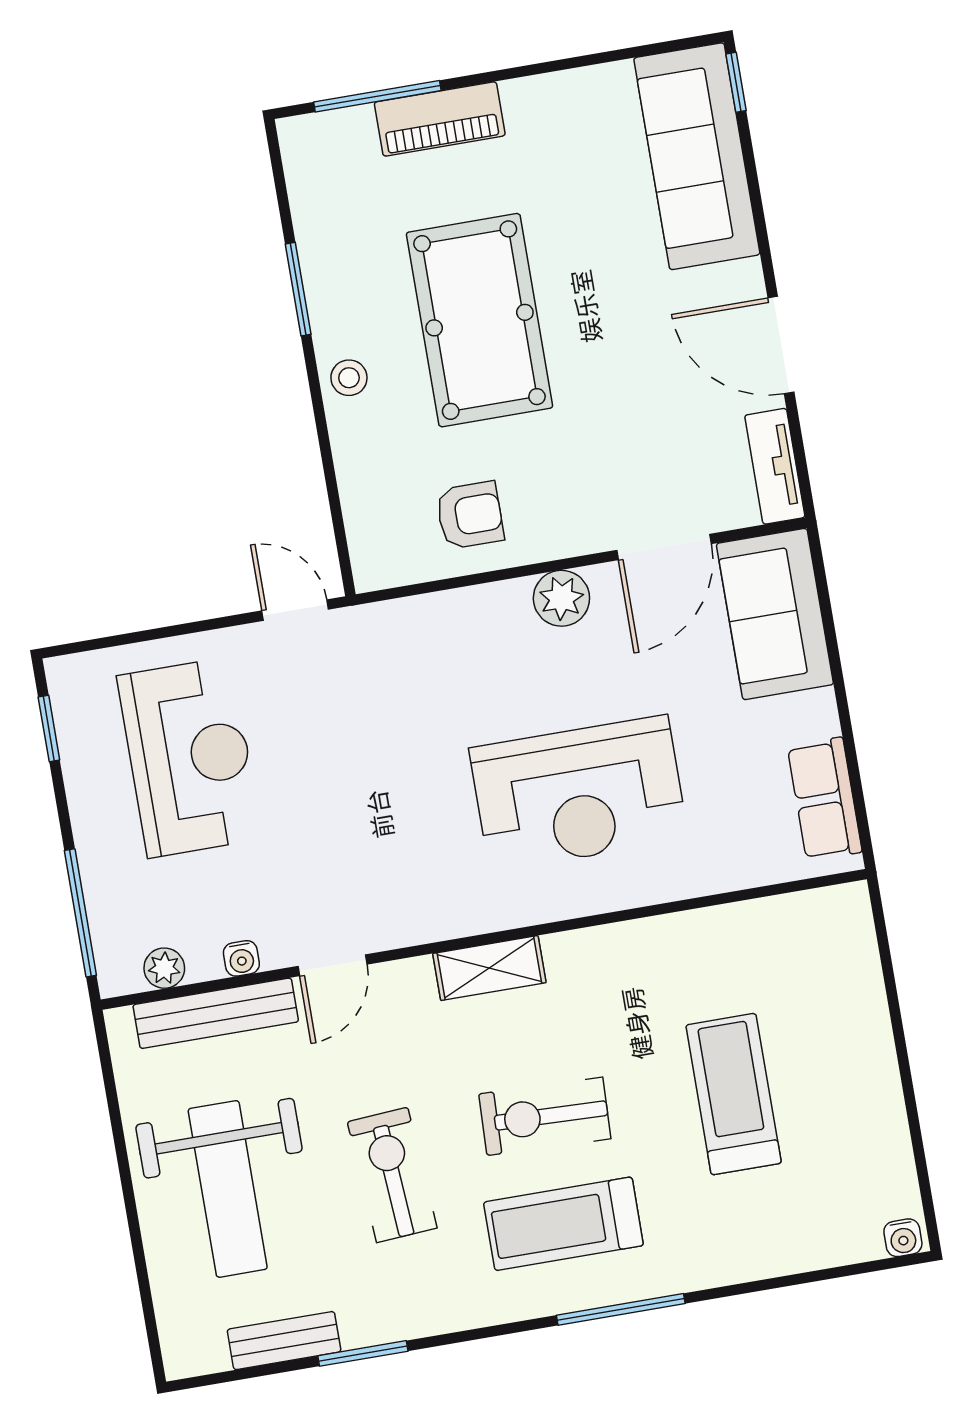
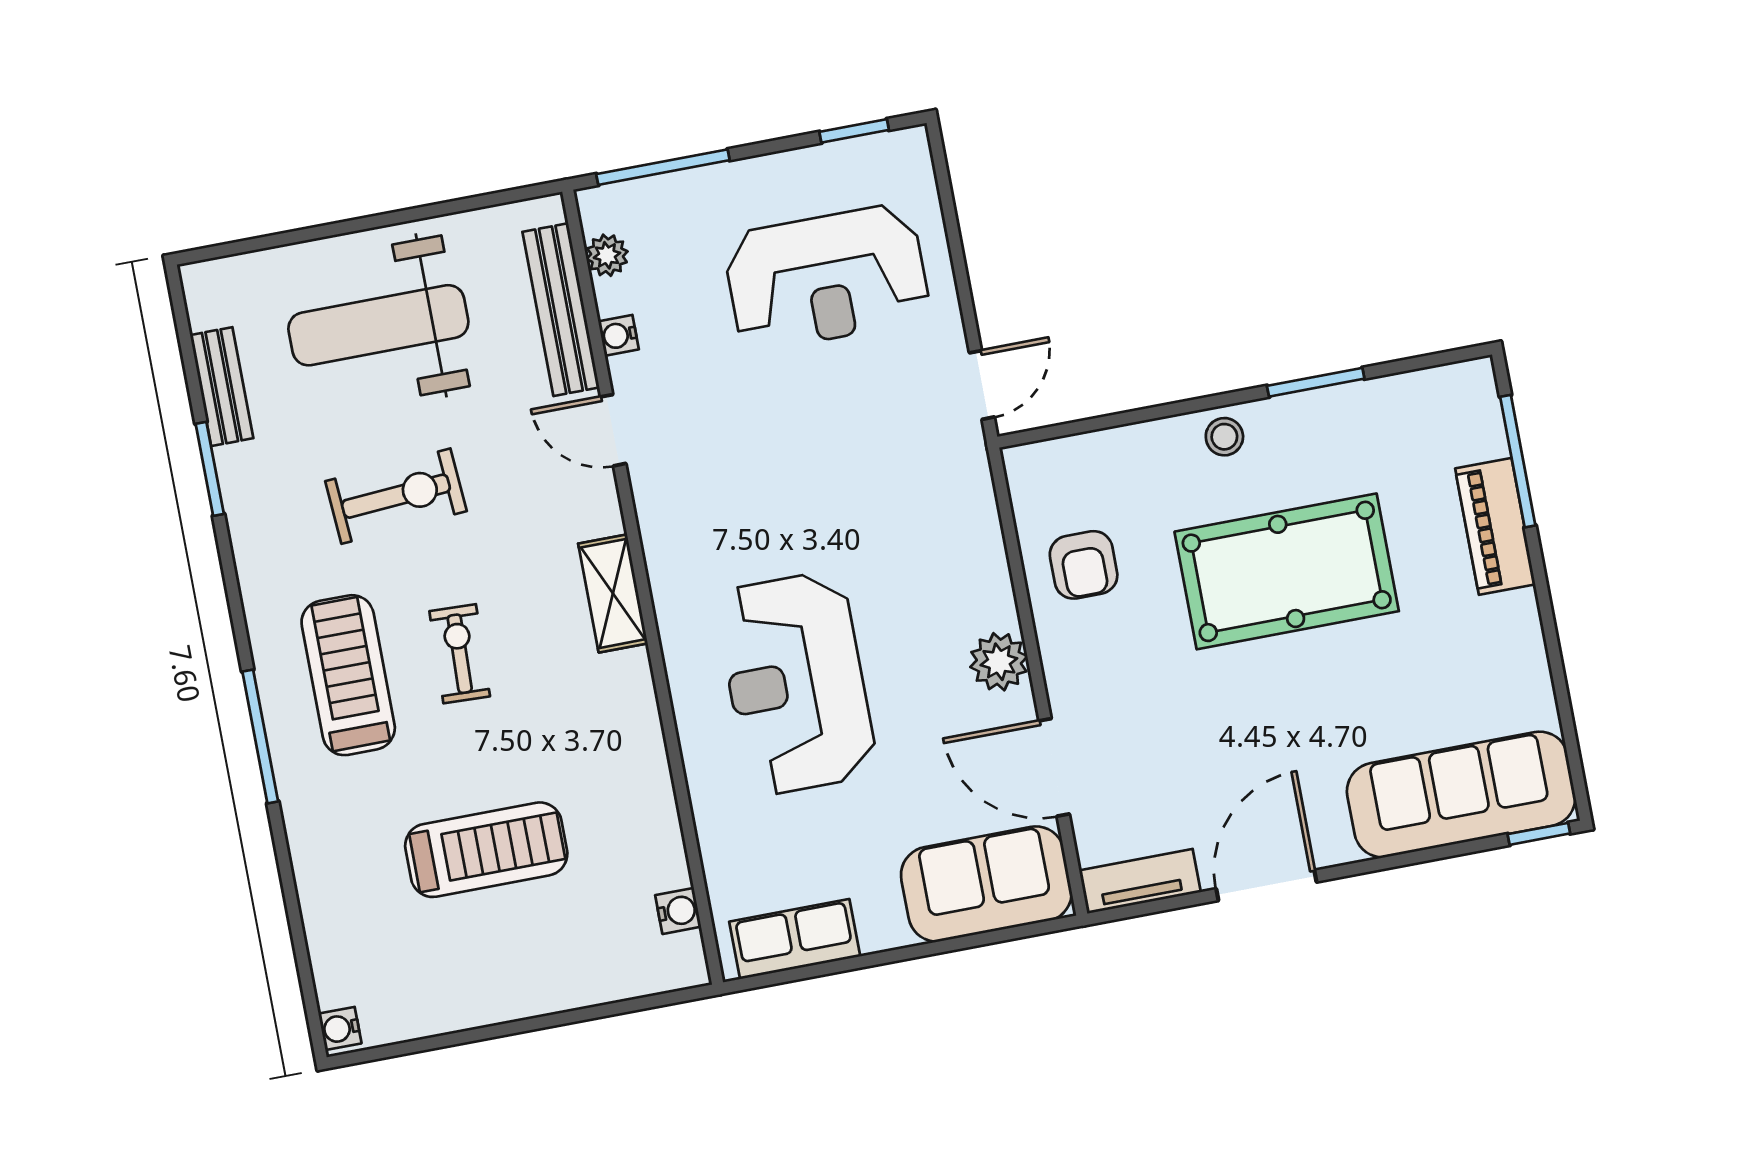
water cooler: (796, 911) -> (678, 911), added
exercise bike: (545, 1116) -> (460, 654), width x0.73, depth x0.72

